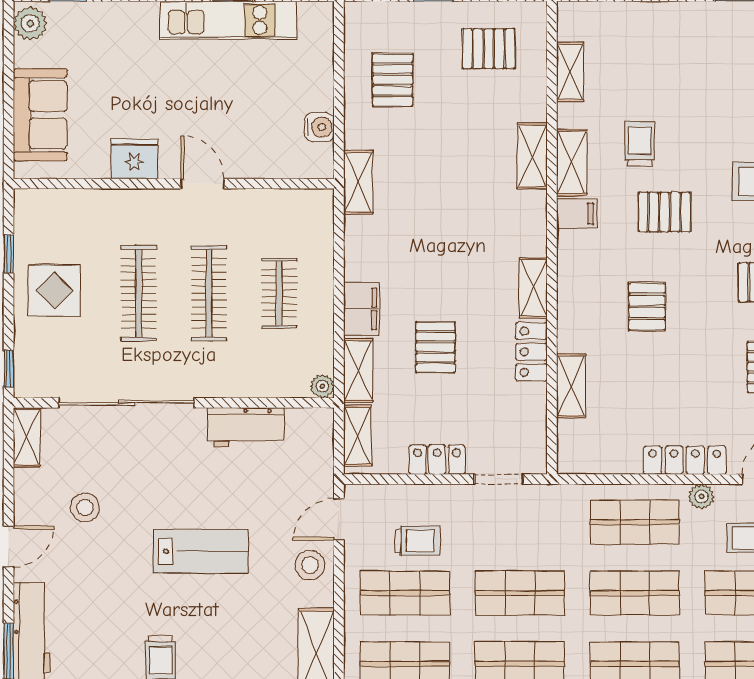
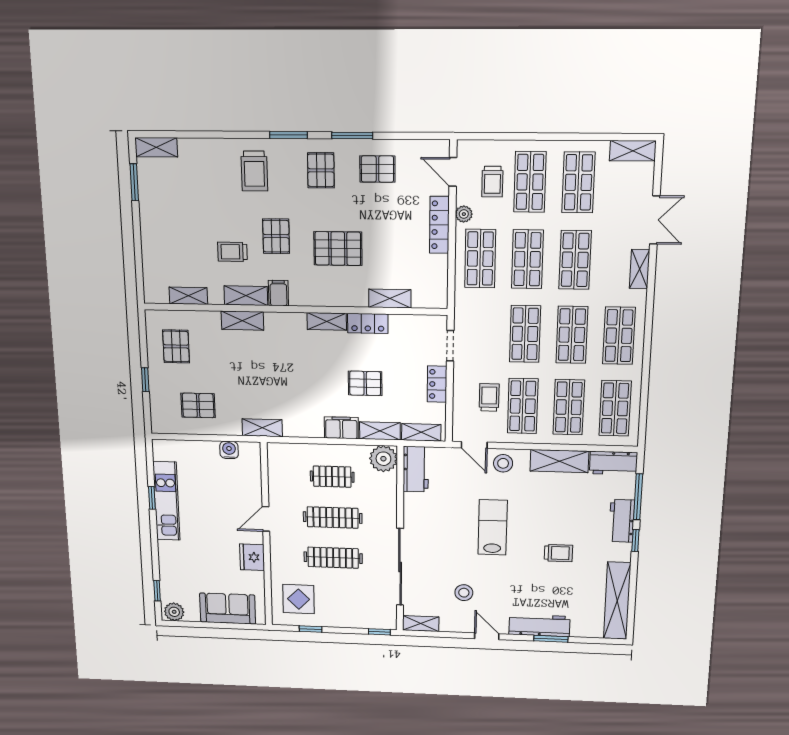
display table: (54, 290) -> (299, 599), moved
pallet: (647, 307) -> (338, 249), width x1.50, depth x1.42
plant: (322, 386) -> (383, 459), width x1.88, depth x1.88
workbench: (246, 427) -> (416, 469), moved

